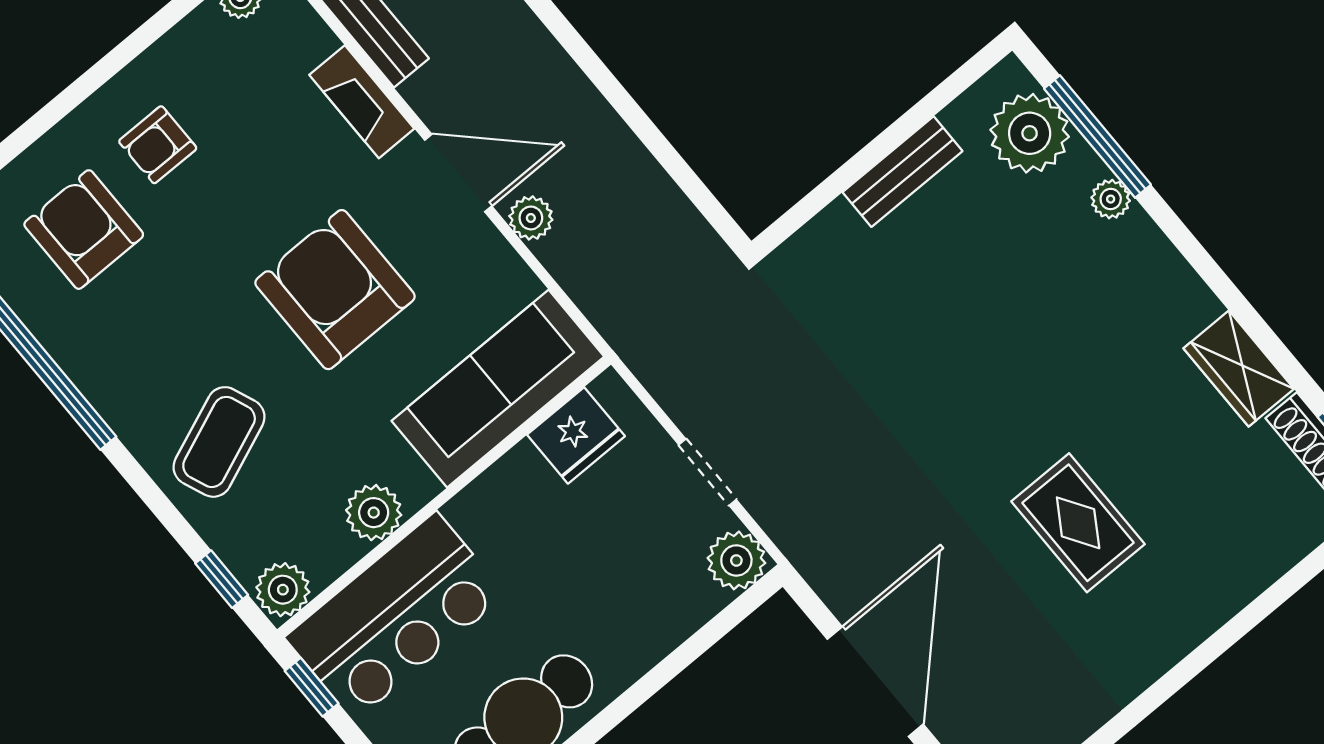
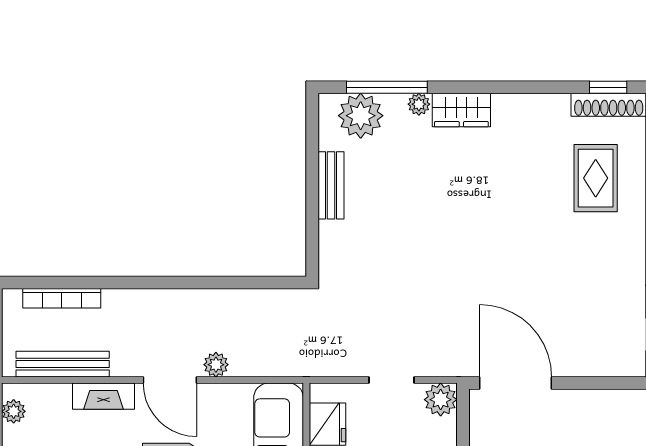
door: (458, 173) -> (170, 380), swing flipped
wardrobe: (1239, 369) -> (461, 110), moved
rug: (1078, 523) -> (596, 178), moved, turned 90
door: (875, 682) -> (516, 383), moved

